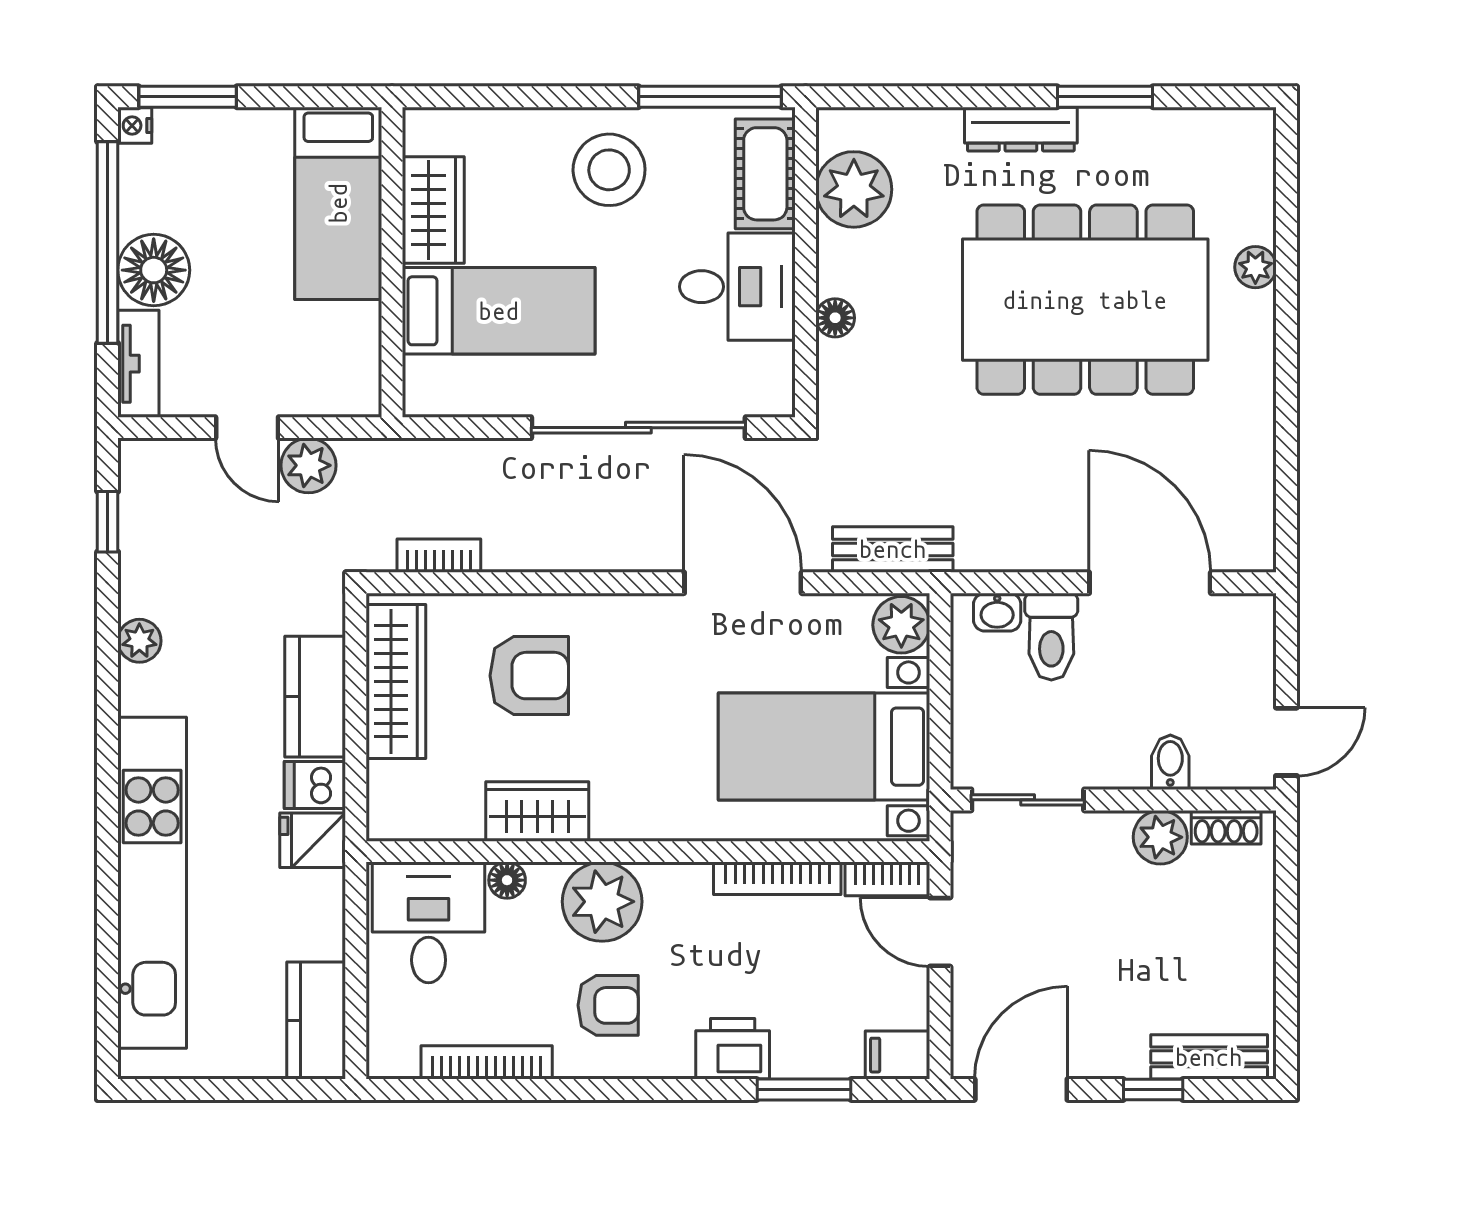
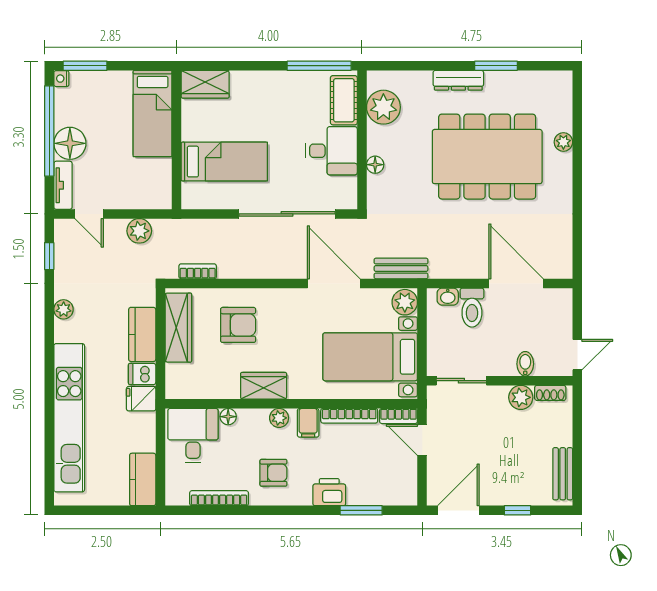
stool: (609, 170) -> (274, 98), removed
wardrobe: (433, 210) -> (205, 84), moved, turned 90
door: (247, 428) -> (89, 214), moved
wardrobe: (537, 811) -> (264, 386), moved
plant: (602, 902) -> (279, 418), width x0.53, depth x0.53
filing cabinet: (898, 1055) -> (308, 423), moved, turned -90
bench: (1209, 1057) -> (563, 474), moved, turned 90

